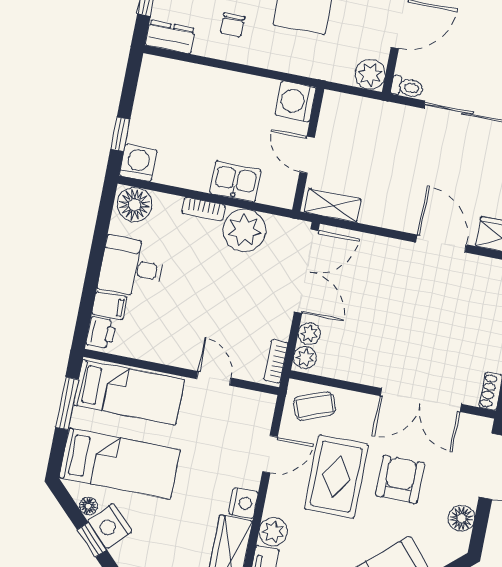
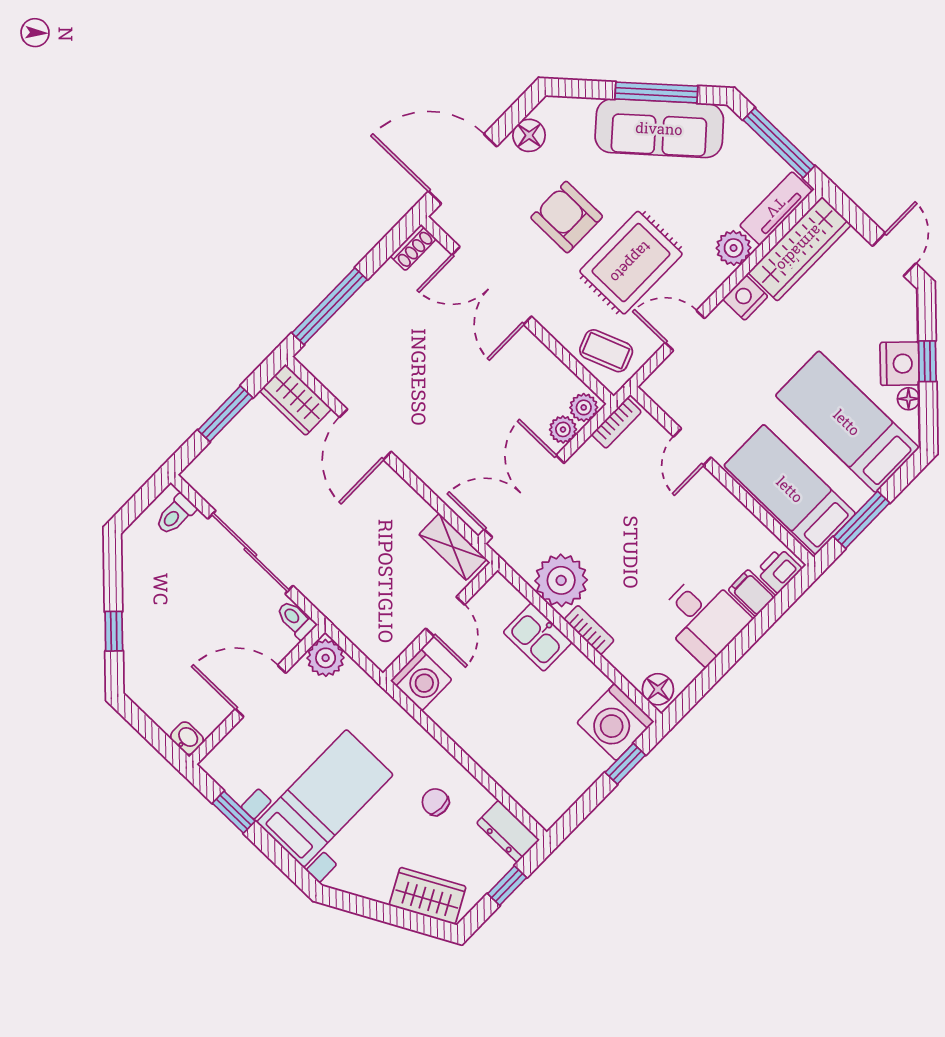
chair: (232, 25) -> (435, 802), turned -90
washing machine: (138, 163) -> (615, 722), width x1.37, depth x1.37
floor lamp: (135, 205) -> (658, 689), width x0.73, depth x0.73
double door: (421, 400) -> (492, 286), swing flipped
armchair: (400, 479) -> (567, 217), turned 90

